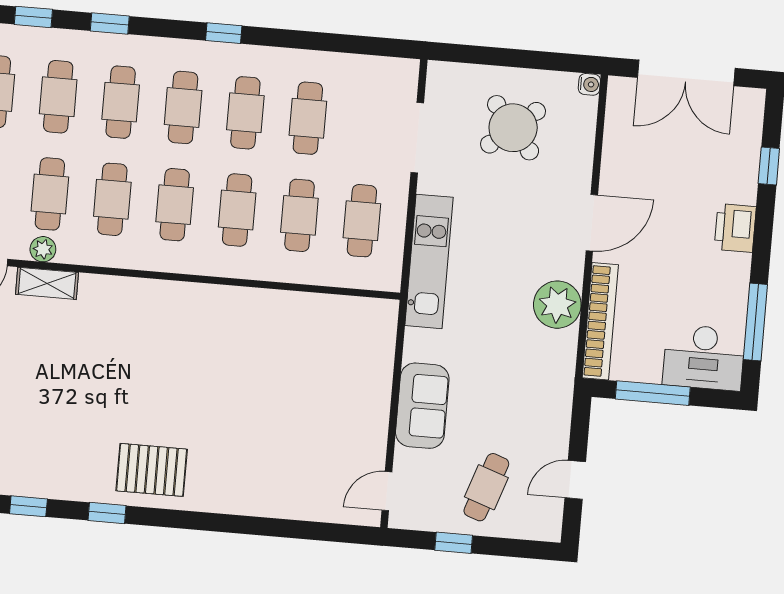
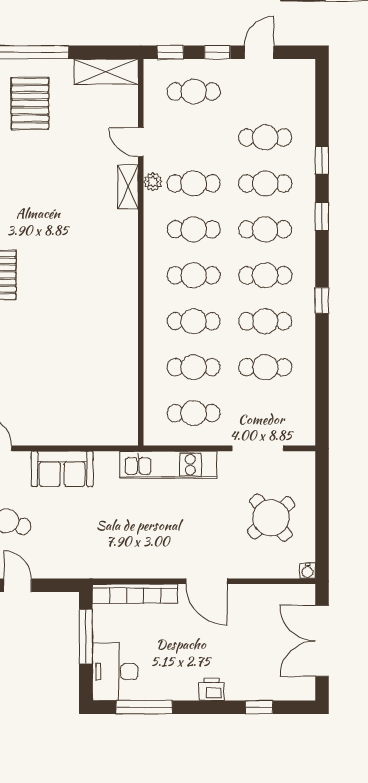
printer: (735, 228) -> (212, 689), width x0.73, depth x0.81
plant: (557, 305) -> (144, 561), removed

